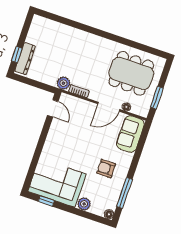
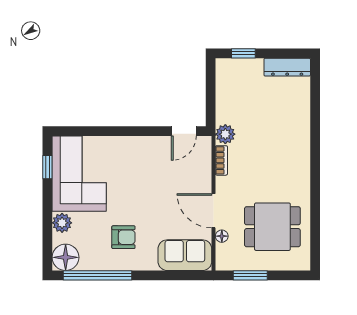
dresser: (25, 59) -> (287, 67), moved
dining table: (131, 73) -> (272, 227), width x0.73
armchair: (106, 169) -> (123, 237), turned 90
window: (124, 193) -> (98, 275), width x1.46
floor lamp: (109, 214) -> (66, 257), width x1.89, depth x1.89

